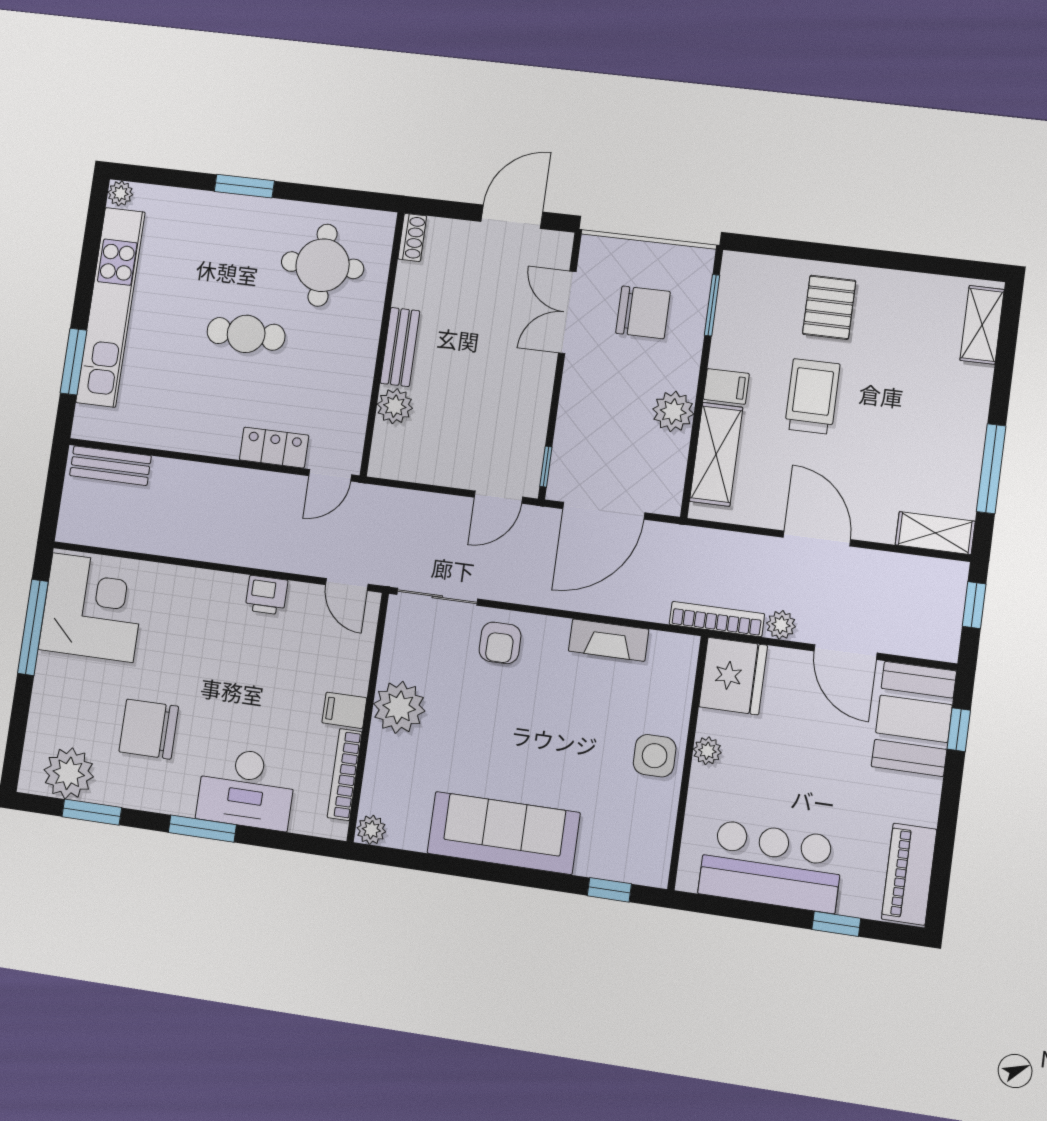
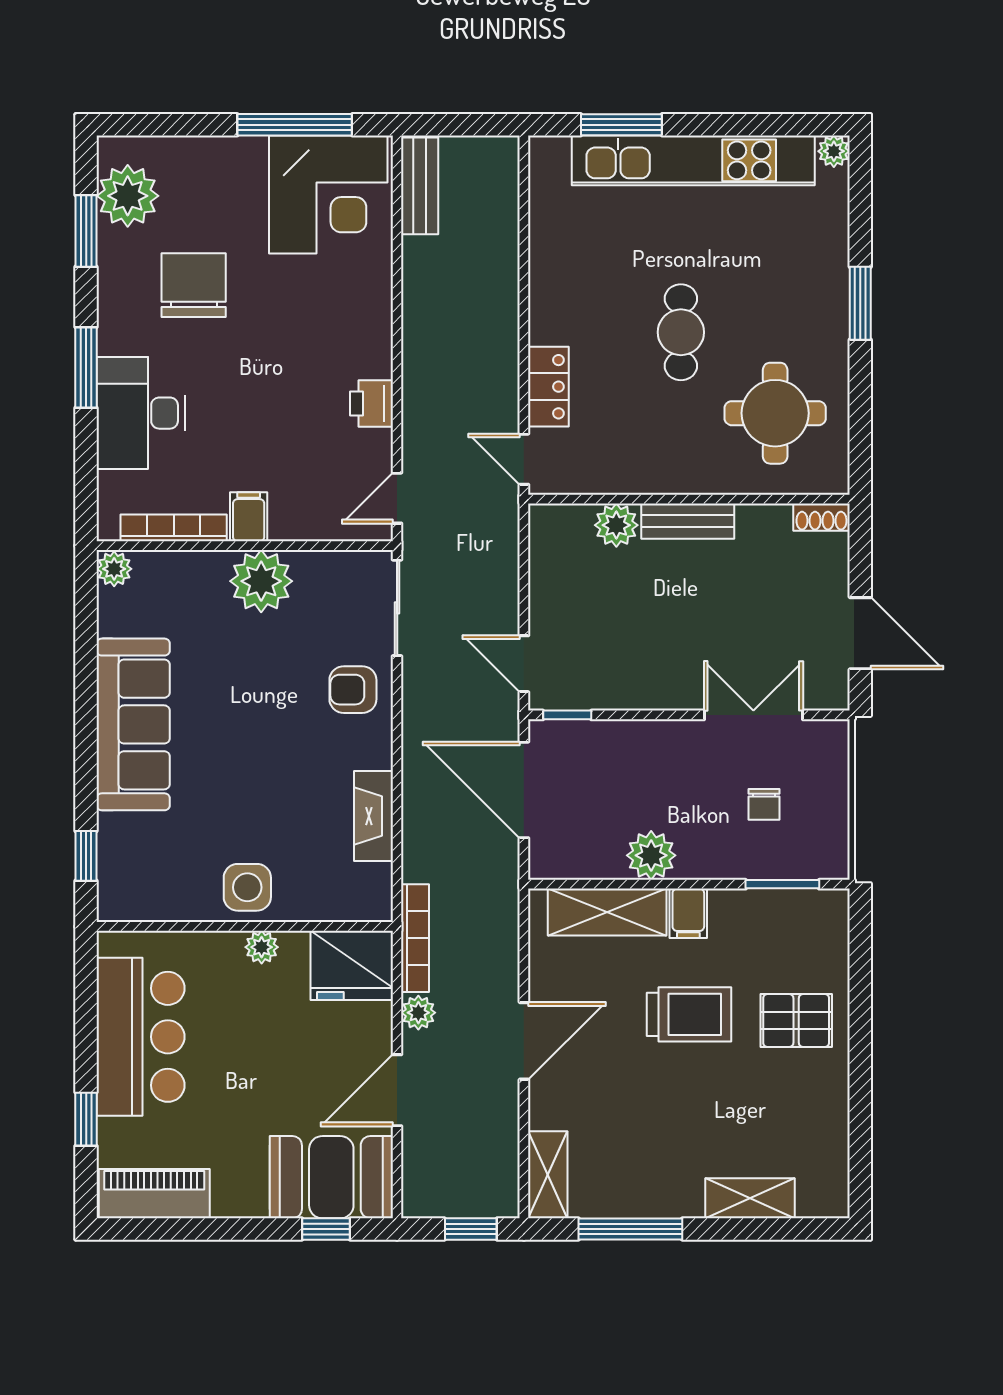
chair: (643, 312) -> (764, 804), width x0.54, depth x0.54
shelving: (982, 325) -> (750, 1198), moved
bench: (110, 466) -> (420, 186), moved

